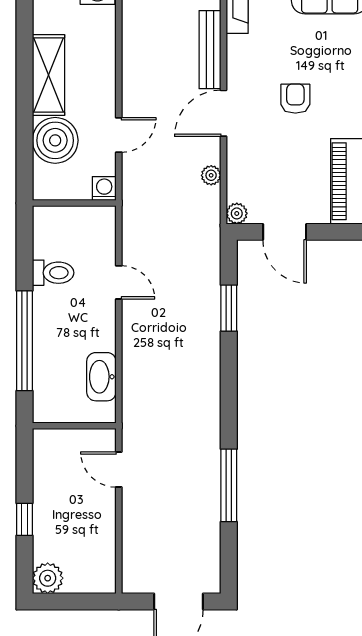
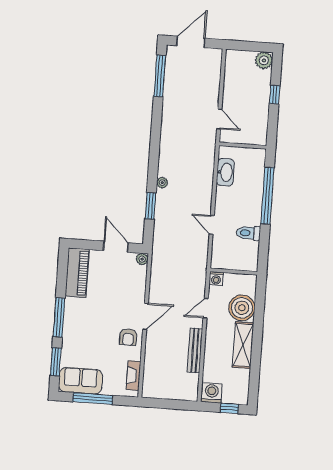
bench: (210, 50) -> (195, 350), moved
armchair: (295, 99) -> (128, 337), moved
plant: (211, 175) -> (162, 183), moved
window: (229, 485) -> (160, 76), moved

